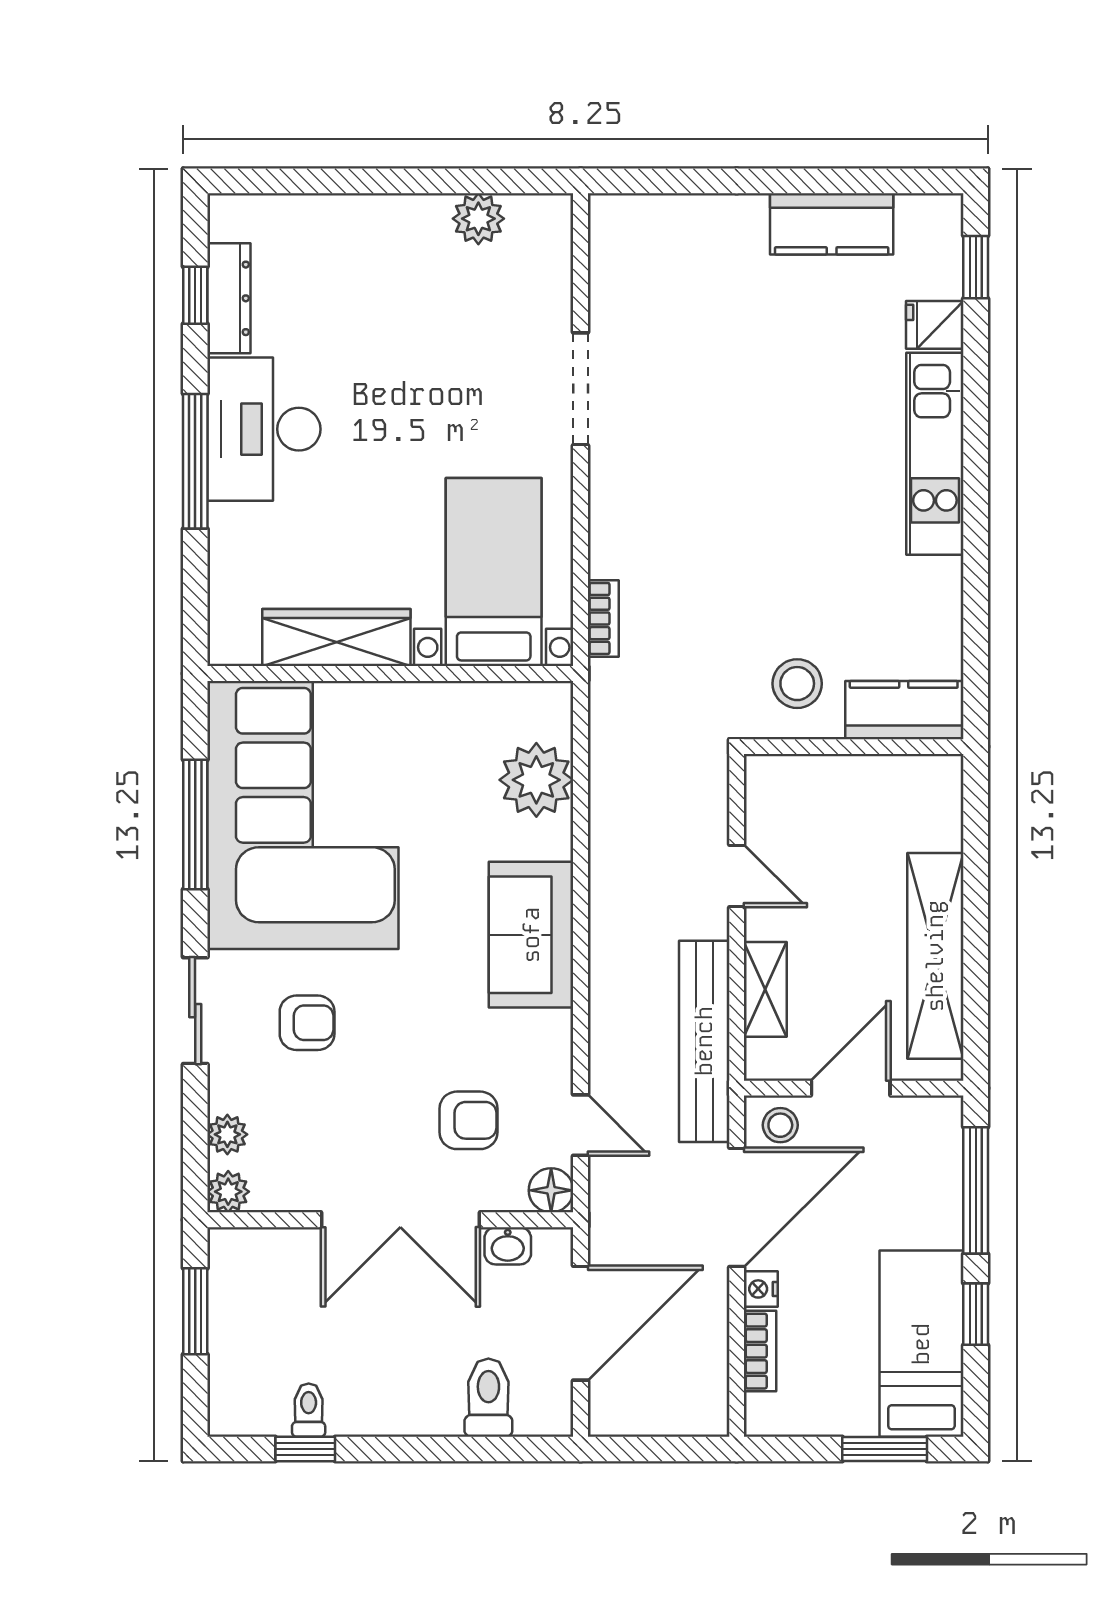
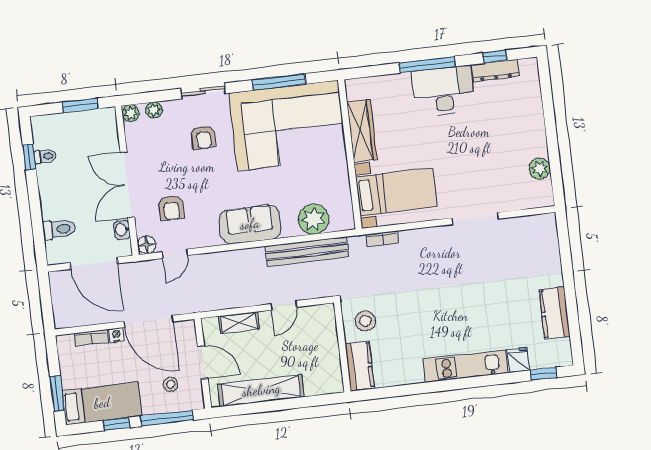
bench: (704, 1041) -> (307, 252), moved
stool: (780, 1125) -> (171, 384), moved

